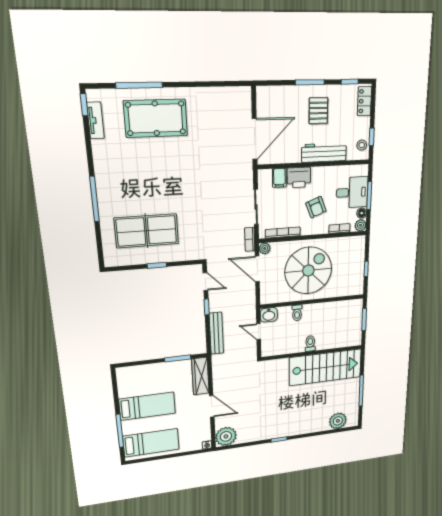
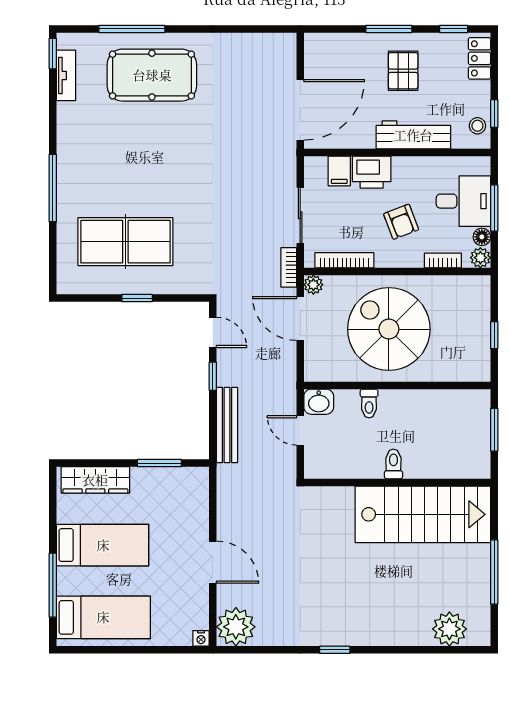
spiral stairs: (308, 271) -> (389, 329), turned -90
wardrobe: (200, 376) -> (95, 480), moved, turned -90

